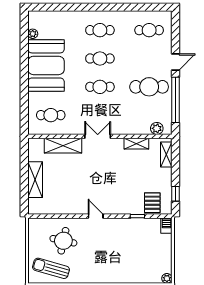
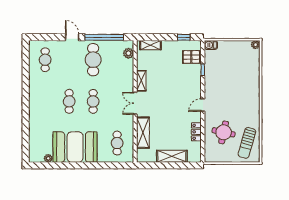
cafe table: (100, 30) -> (45, 101), removed
shelving: (136, 144) -> (141, 81), moved
locker: (64, 209) -> (196, 132), added

